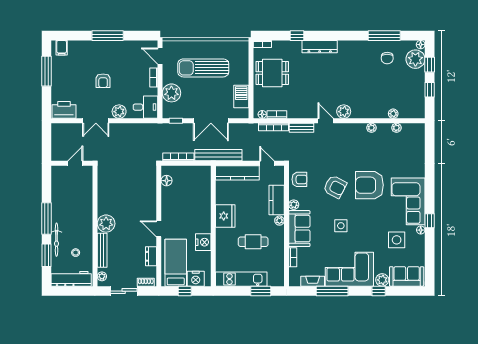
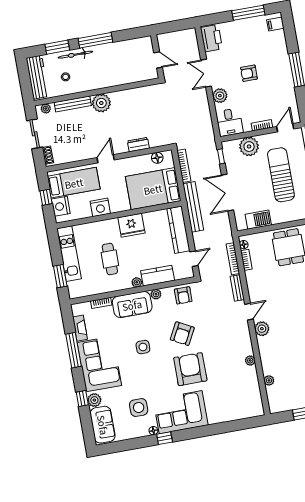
plant: (396, 128) -> (255, 386), removed
bed: (195, 190) -> (153, 189), added
dresser: (151, 256) -> (138, 145), moved

